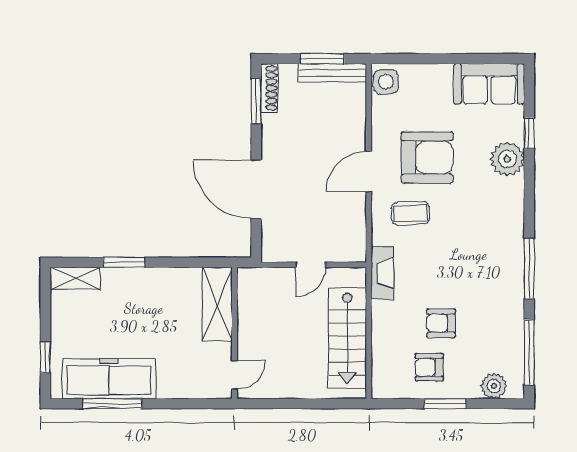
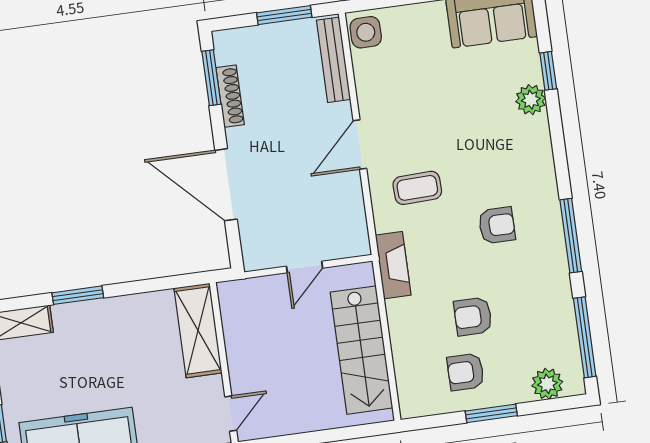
bench: (332, 73) -> (333, 60), moved, turned 90
shoe rack: (269, 88) -> (230, 96), moved
armchair: (427, 157) -> (497, 225), moved, width x0.53, depth x0.53
plant: (507, 159) -> (531, 100), width x0.73, depth x0.73

